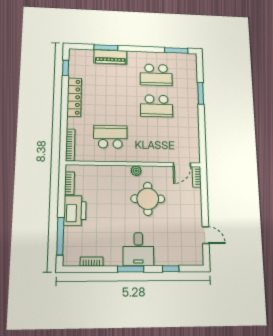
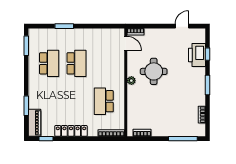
piano: (110, 57) -> (35, 123), moved
printer: (75, 210) -> (197, 55), moved, turned -90
desk: (138, 249) -> (193, 79), removed

